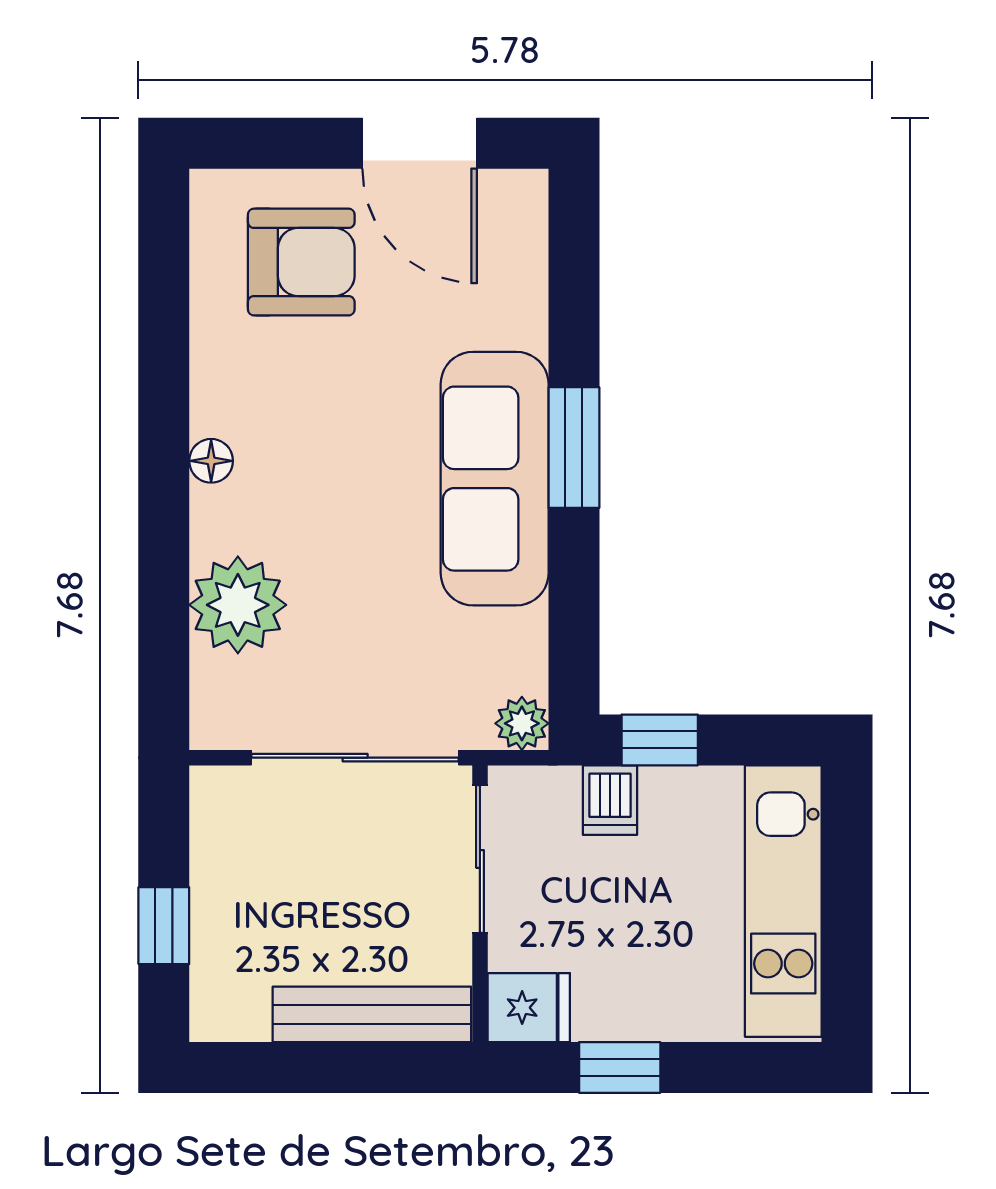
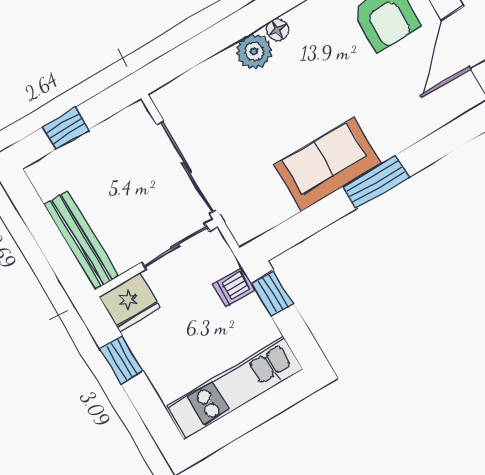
sofa: (495, 479) -> (328, 164), width x0.73
plant: (238, 605) -> (254, 51), moved, width x0.73, depth x0.73
plant: (522, 723) -> (244, 230), removed
fridge: (529, 1008) -> (130, 302), width x1.38

